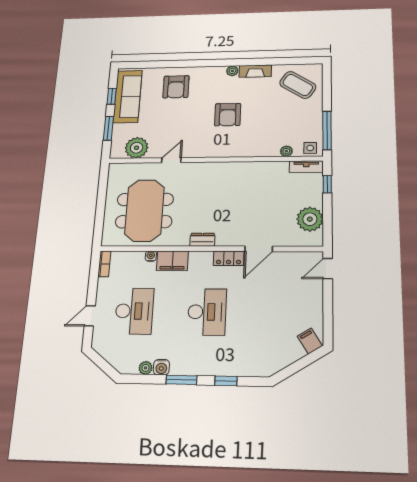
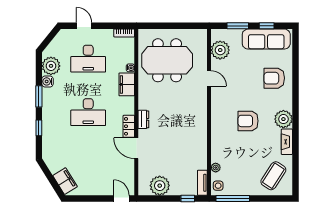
plant: (232, 71) -> (283, 119), width x1.87, depth x1.87
dresser: (202, 240) -> (143, 119), moved
filing cabinet: (310, 341) -> (65, 181), width x2.00
plant: (146, 368) -> (51, 66), width x1.88, depth x1.88

